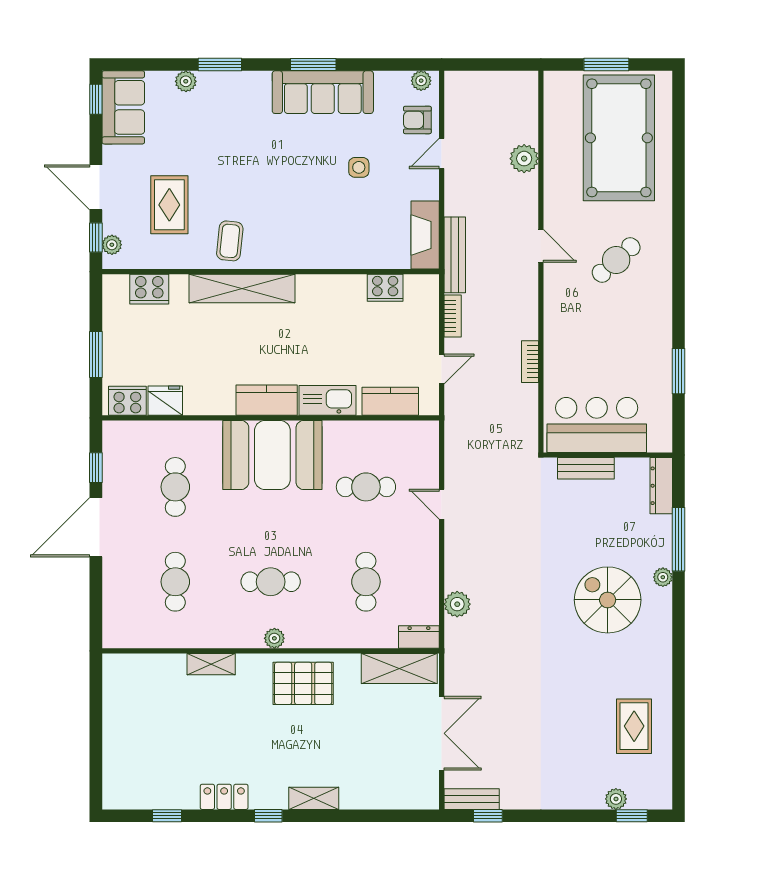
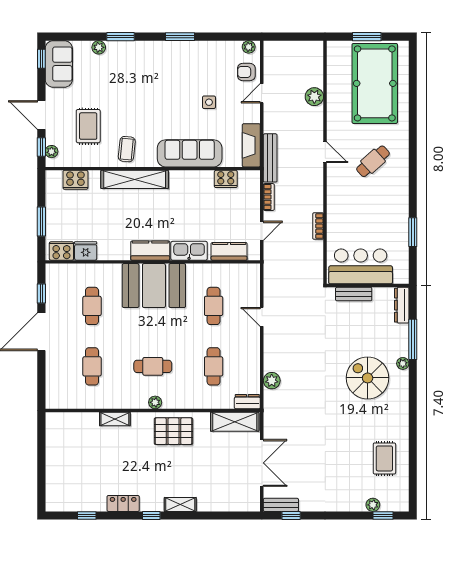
sofa: (323, 92) -> (190, 153), moved, turned 180
cafe table: (366, 487) -> (214, 306), turned 90

